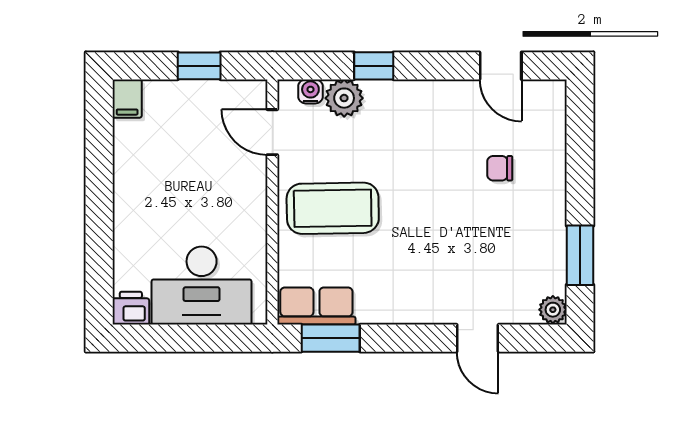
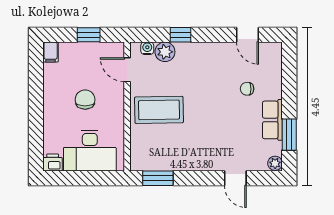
chair: (192, 189) -> (85, 100), added
row of seats: (316, 306) -> (272, 120), moved, turned -90

